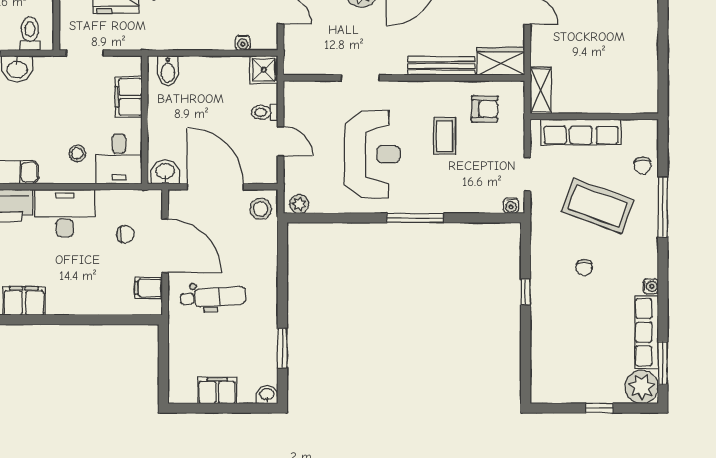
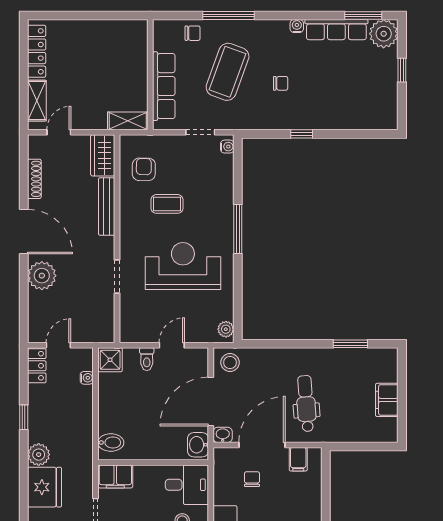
filing cabinet: (129, 97) -> (115, 476), moved
washbasin: (267, 395) -> (223, 435), moved, turned 90

